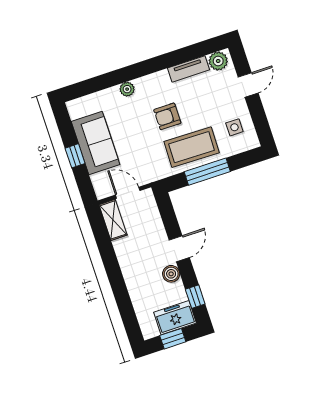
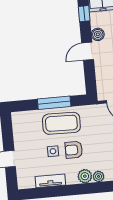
plant: (218, 61) -> (85, 176), moved
armchair: (167, 116) -> (74, 150), turned 180
side table: (234, 127) -> (53, 151), moved

